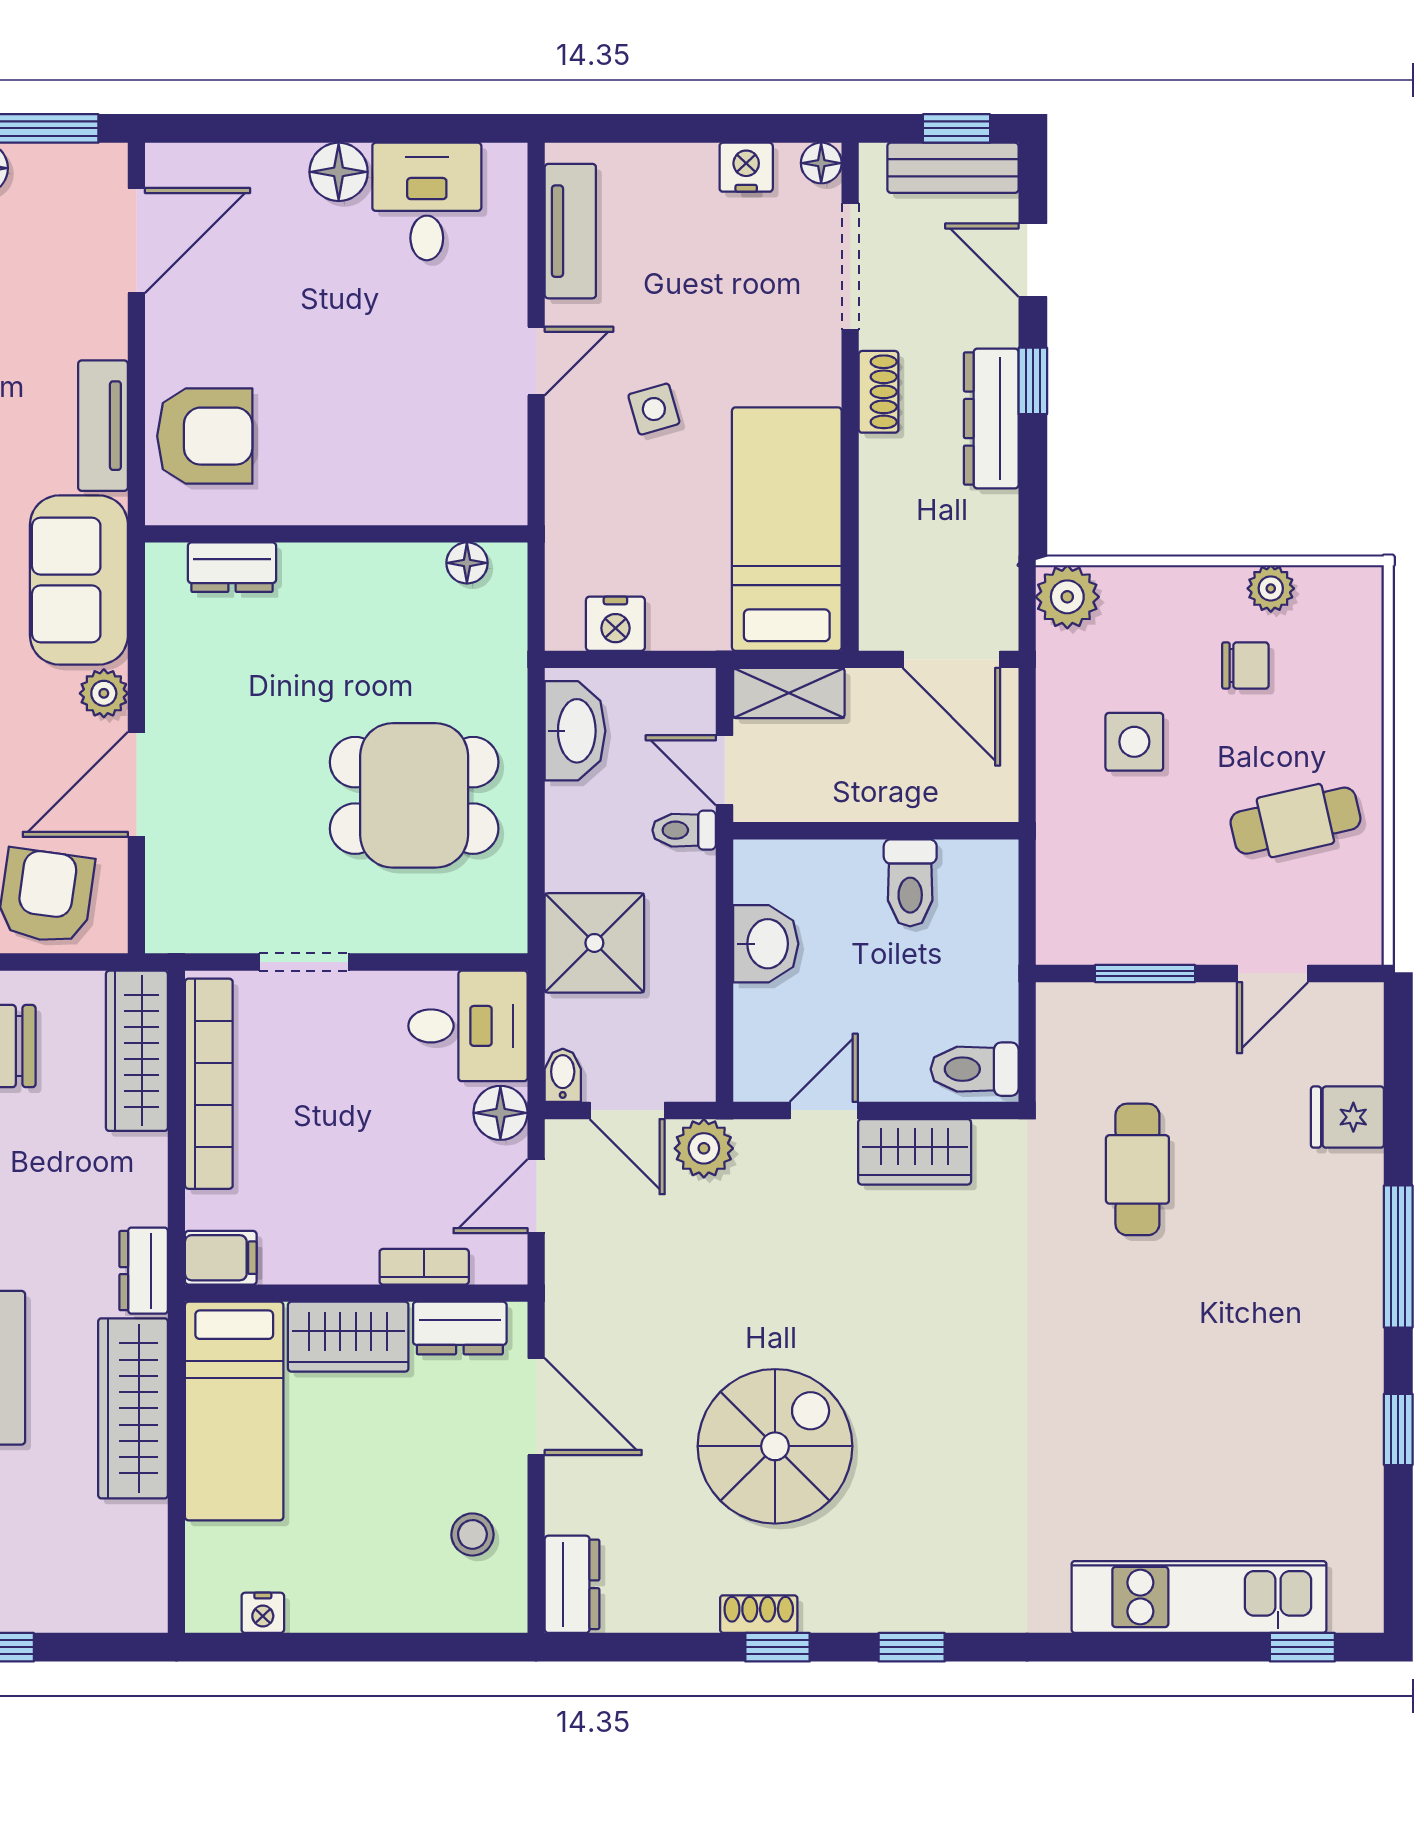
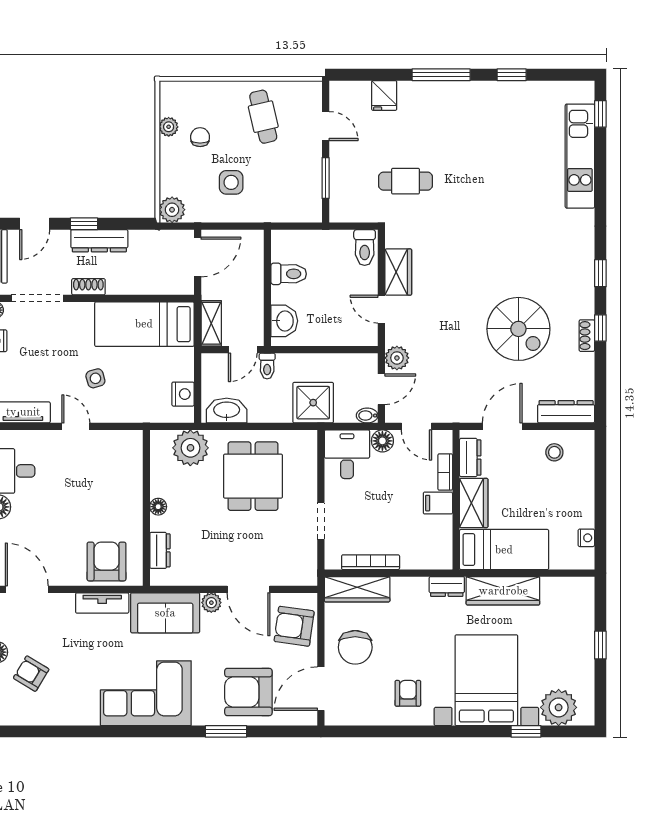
floor lamp: (467, 563) -> (158, 507), moved
plant: (484, 642) -> (190, 448), added
washbasin: (766, 944) -> (284, 321), moved, turned 90
bookcase: (209, 1084) -> (371, 562), width x0.68, depth x0.76
filing cabinet: (221, 1258) -> (438, 503), moved, turned -90
spiral stairs: (775, 1446) -> (518, 329), turned 180
dresser: (572, 1584) -> (566, 412), width x1.44

